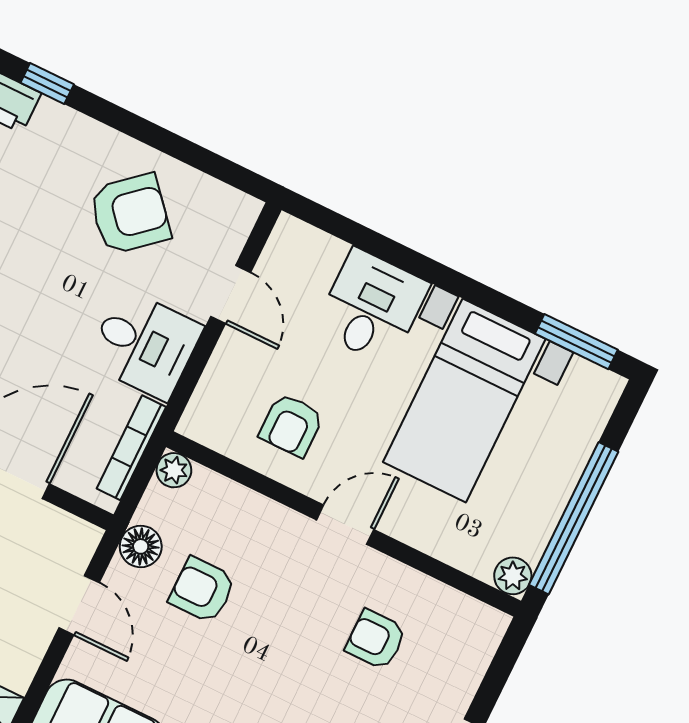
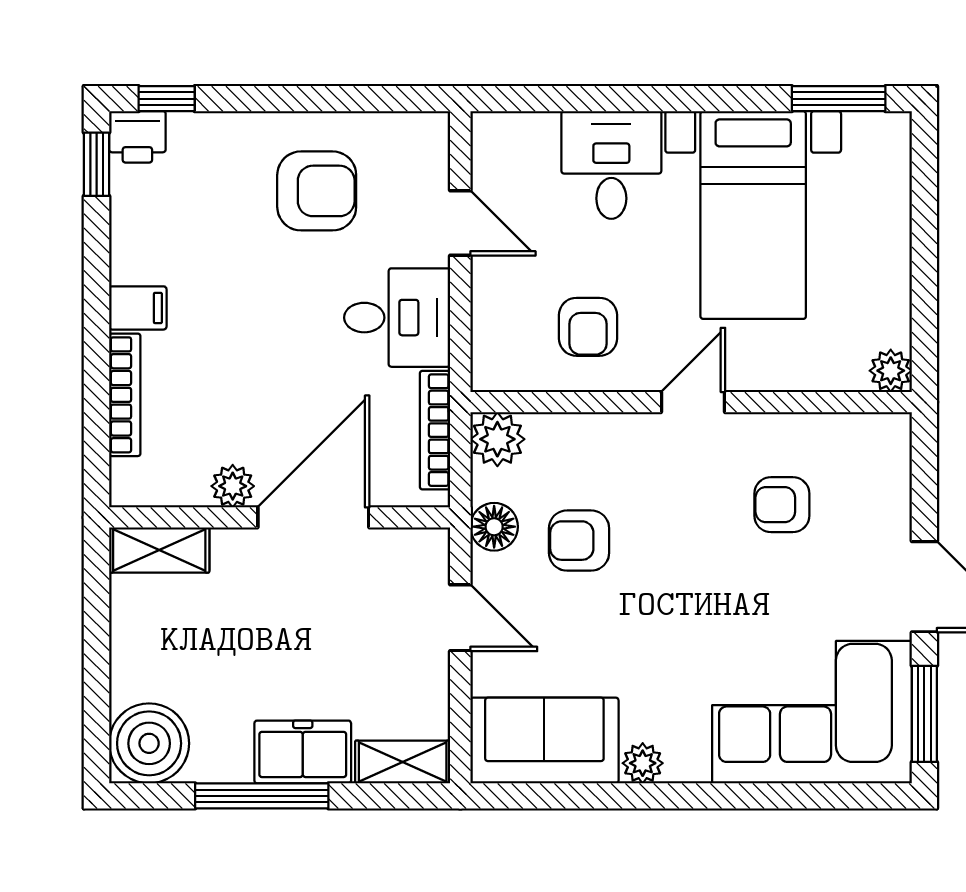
armchair: (130, 214) -> (317, 191), turned 41
plant: (174, 470) -> (497, 439), width x1.38, depth x1.38
window: (574, 518) -> (924, 281), removed

